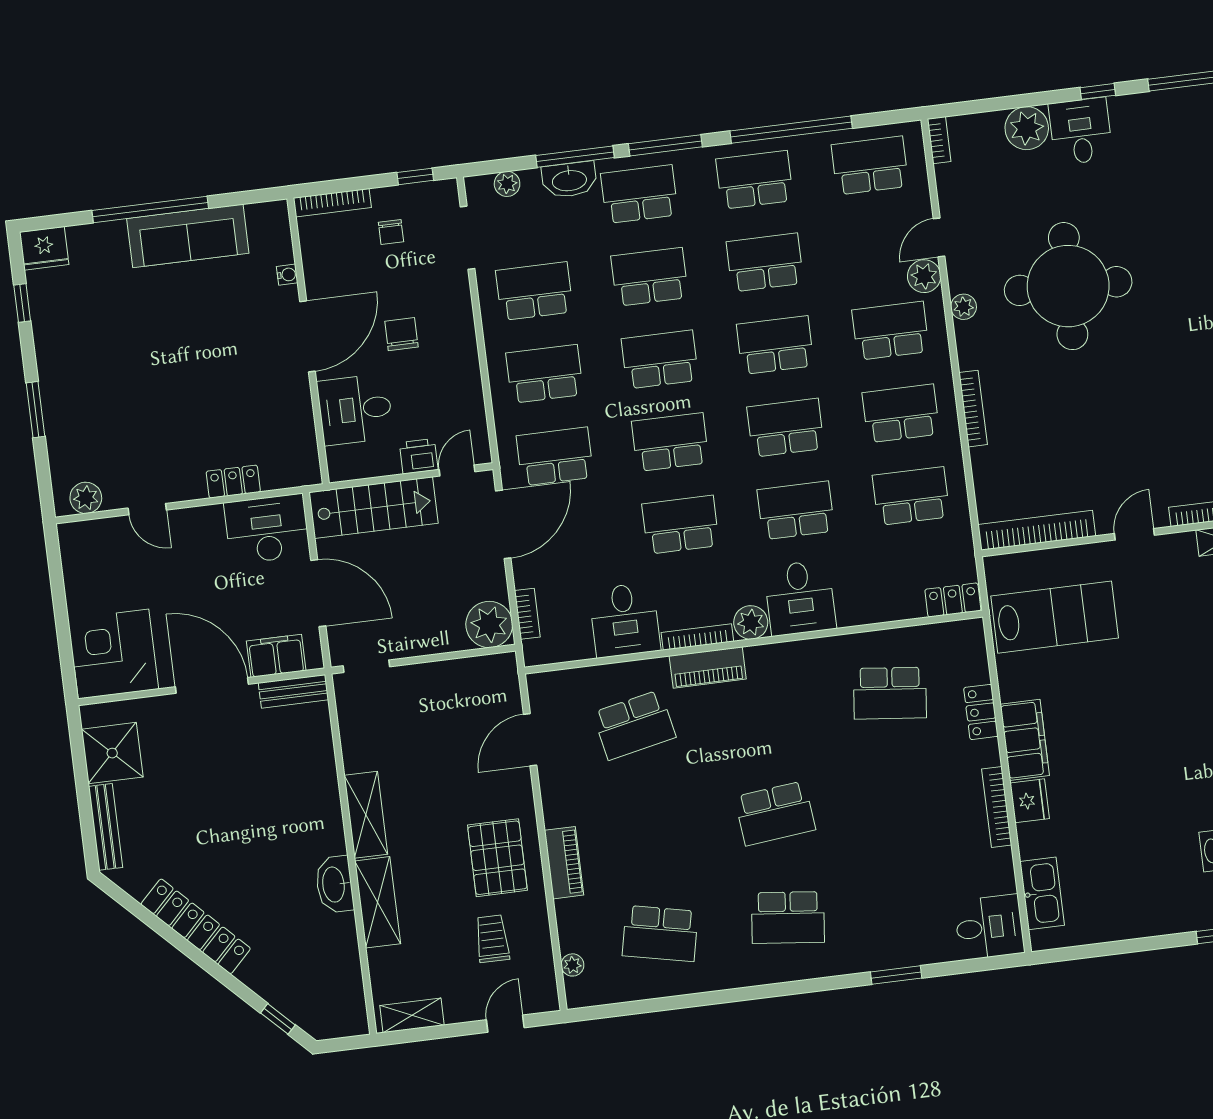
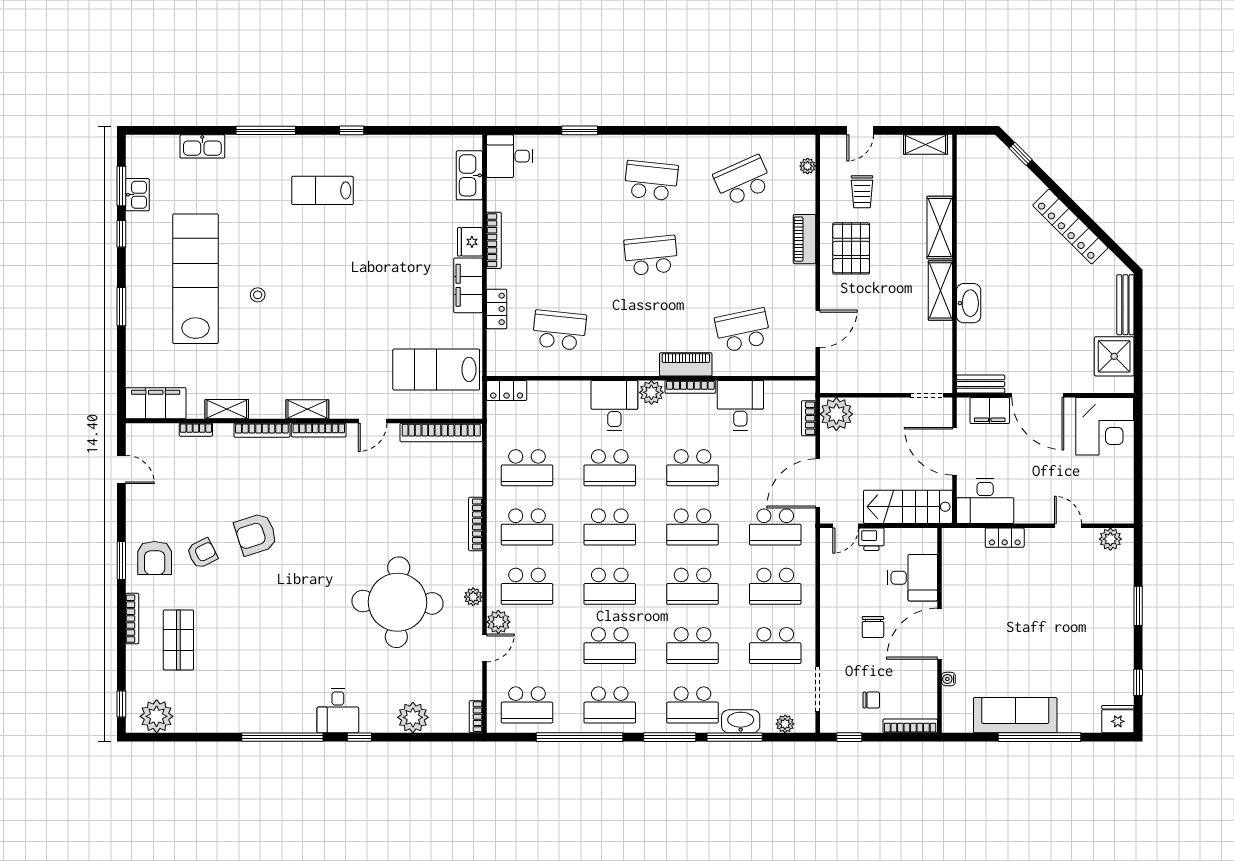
desk: (1081, 131) -> (338, 711), moved
chair: (391, 232) -> (871, 700), turned 90
washbasin: (334, 884) -> (969, 303), moved
school desk: (660, 933) -> (743, 181), turned -36

